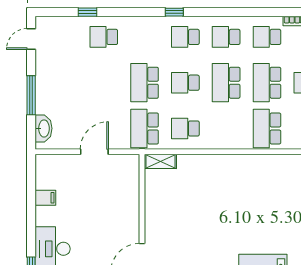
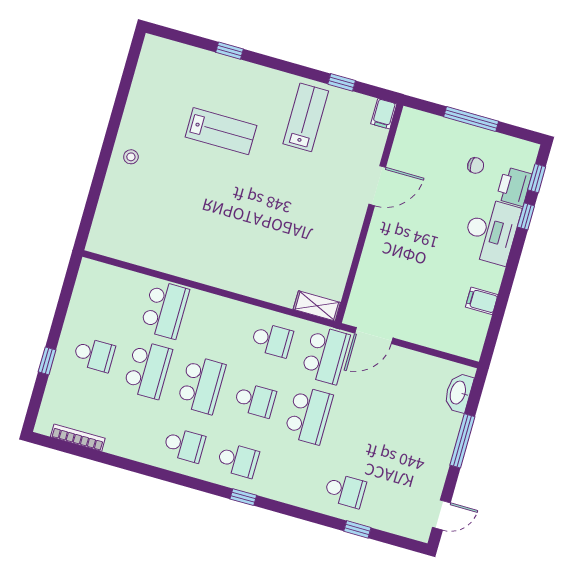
school desk: (267, 37) -> (131, 430), removed
door: (94, 152) -> (374, 336), moved

